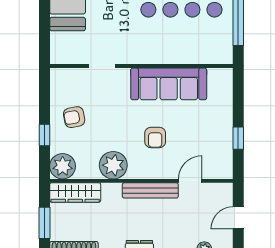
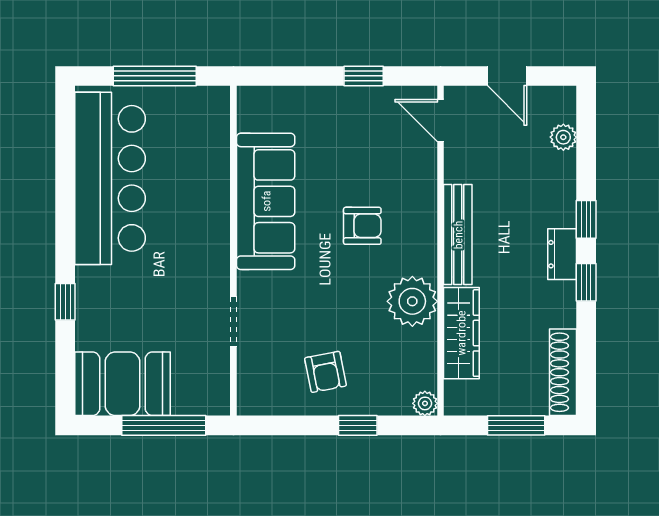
window: (44, 27) -> (164, 425), added
plant: (63, 166) -> (425, 403), width x0.53, depth x0.53
door: (190, 181) -> (441, 120), moved
wardrobe: (75, 192) -> (461, 333), moved

